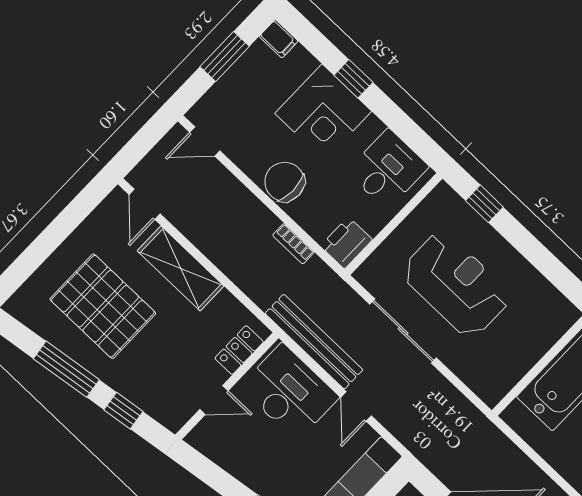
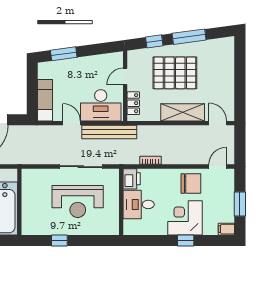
desk: (388, 169) -> (139, 204), moved, turned 90
chair: (285, 182) -> (191, 183), moved
window: (484, 204) -> (59, 240), moved
pallet: (103, 306) -> (175, 73), moved

